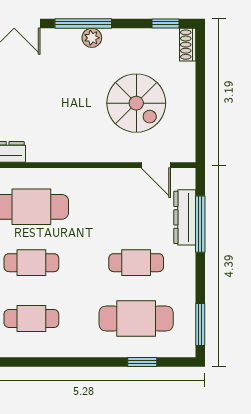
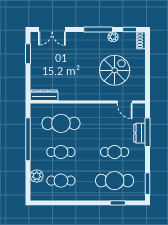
window: (83, 23) -> (98, 29), moved
plant: (92, 38) -> (113, 37), moved
spiral stairs: (136, 103) -> (115, 70), turned -90
dresser: (185, 217) -> (140, 133), width x0.70

